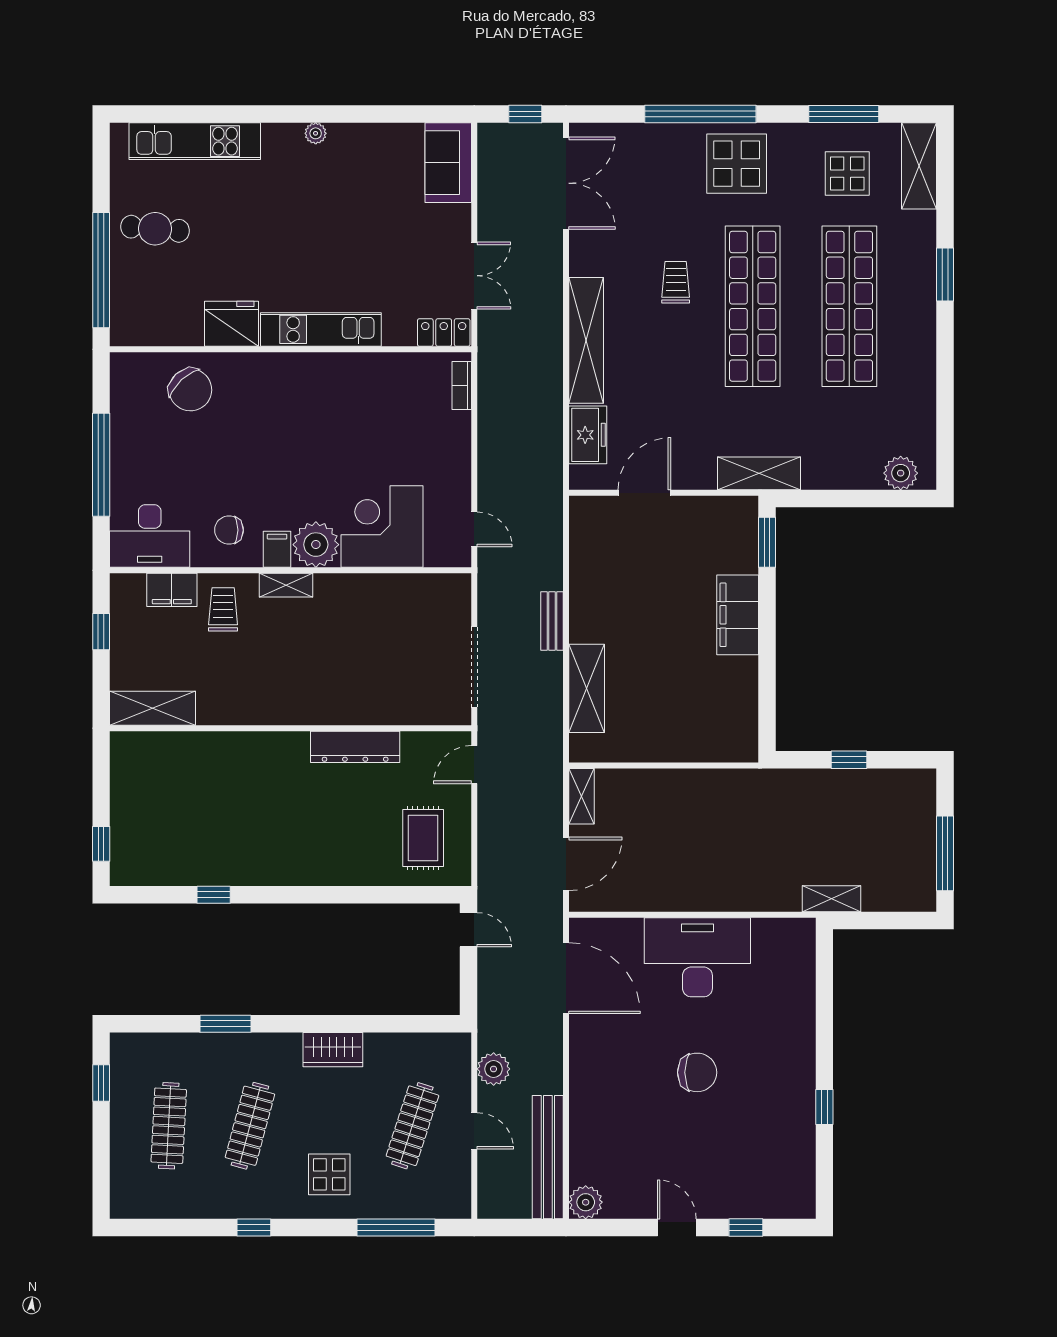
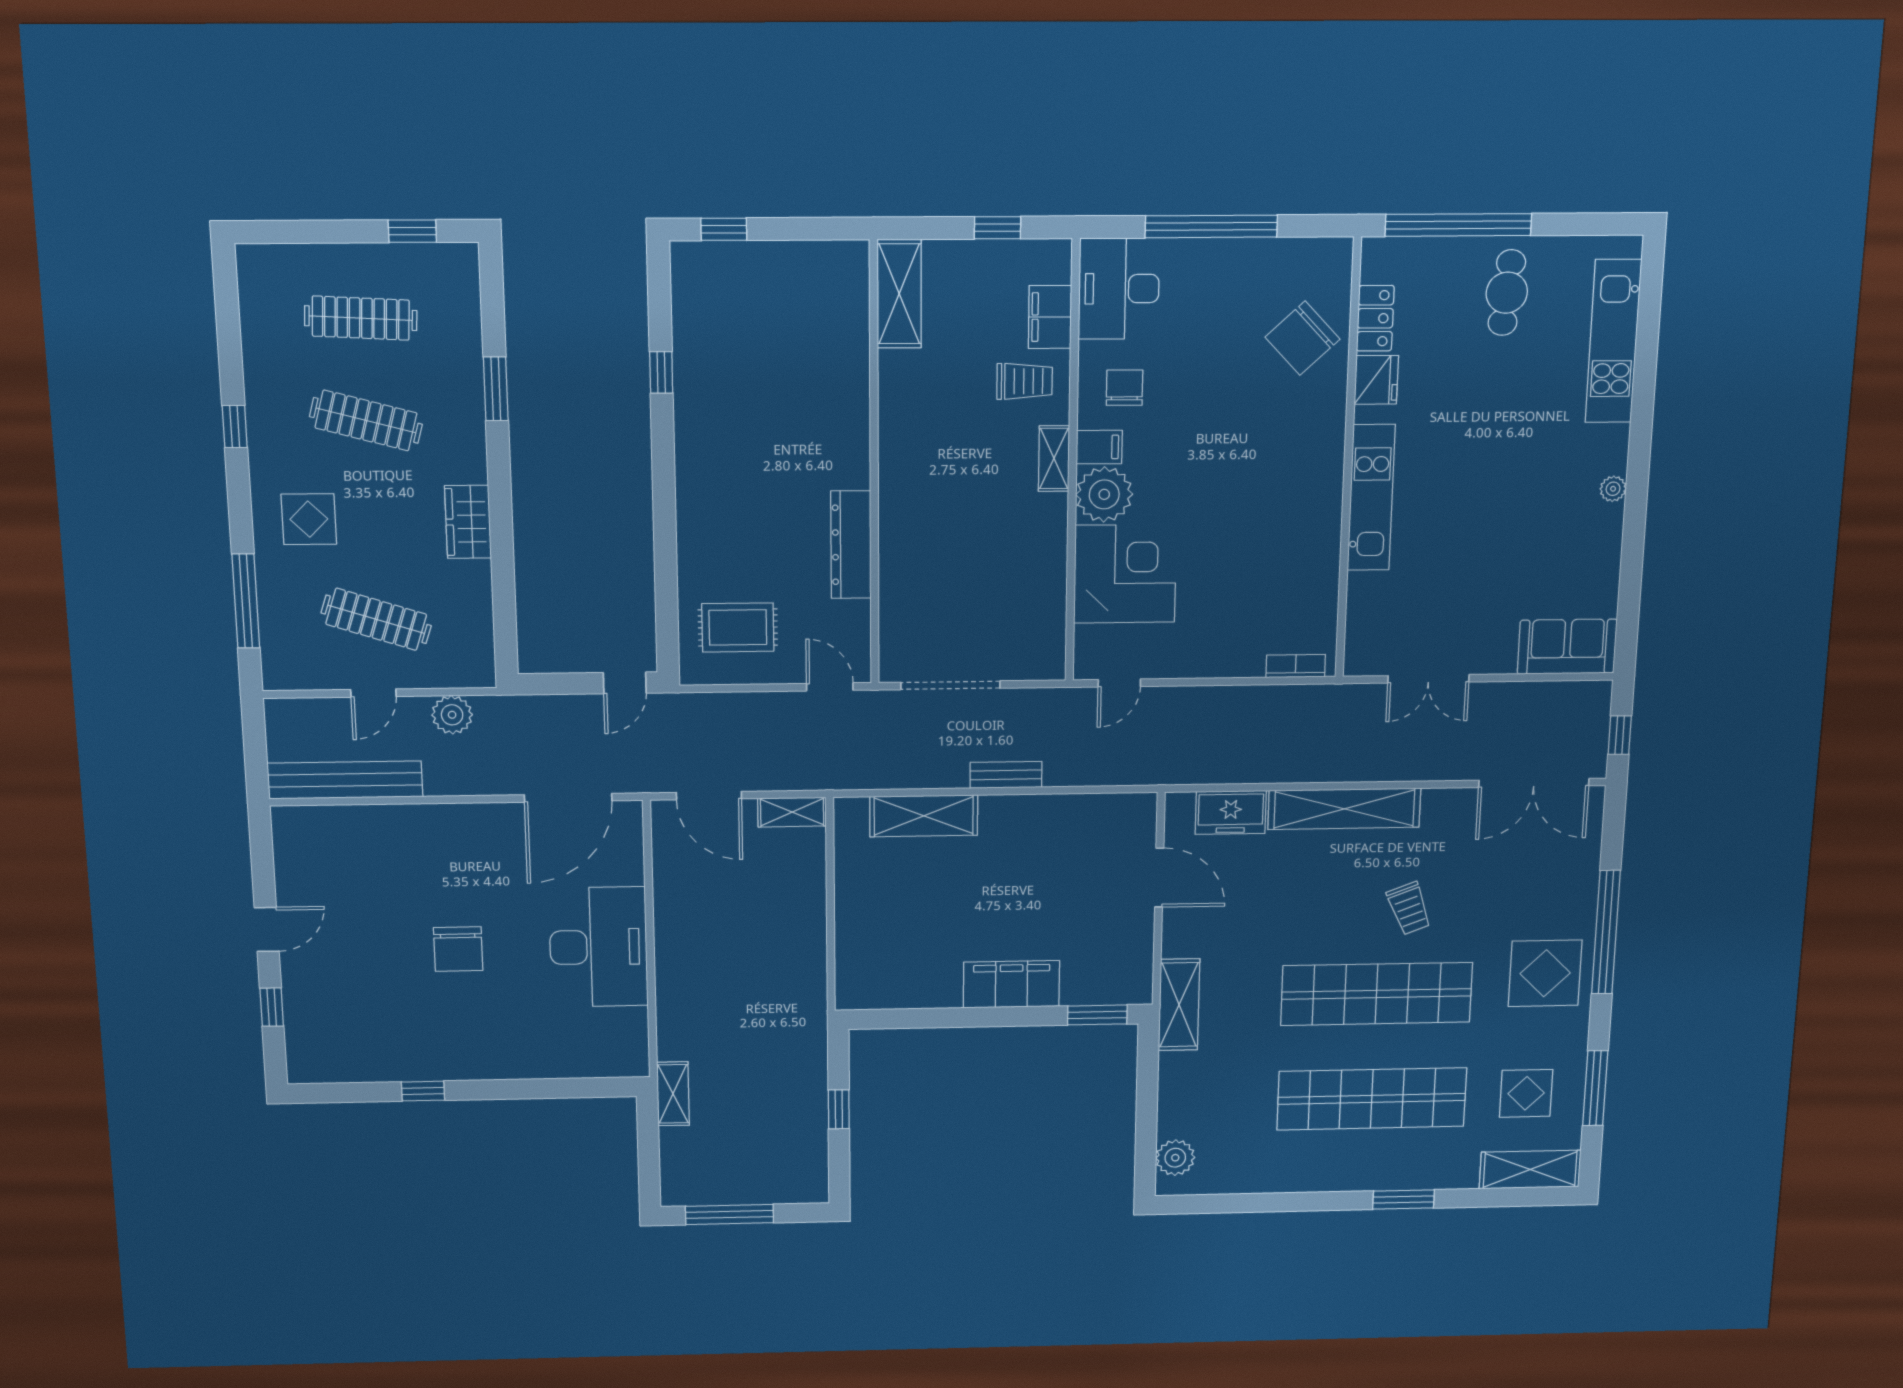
trolley: (676, 282) -> (1409, 908), turned 69
fridge: (231, 324) -> (1376, 380), width x0.73, depth x0.75
locker: (444, 332) -> (1375, 318), moved
plant: (586, 1202) -> (292, 825), removed

